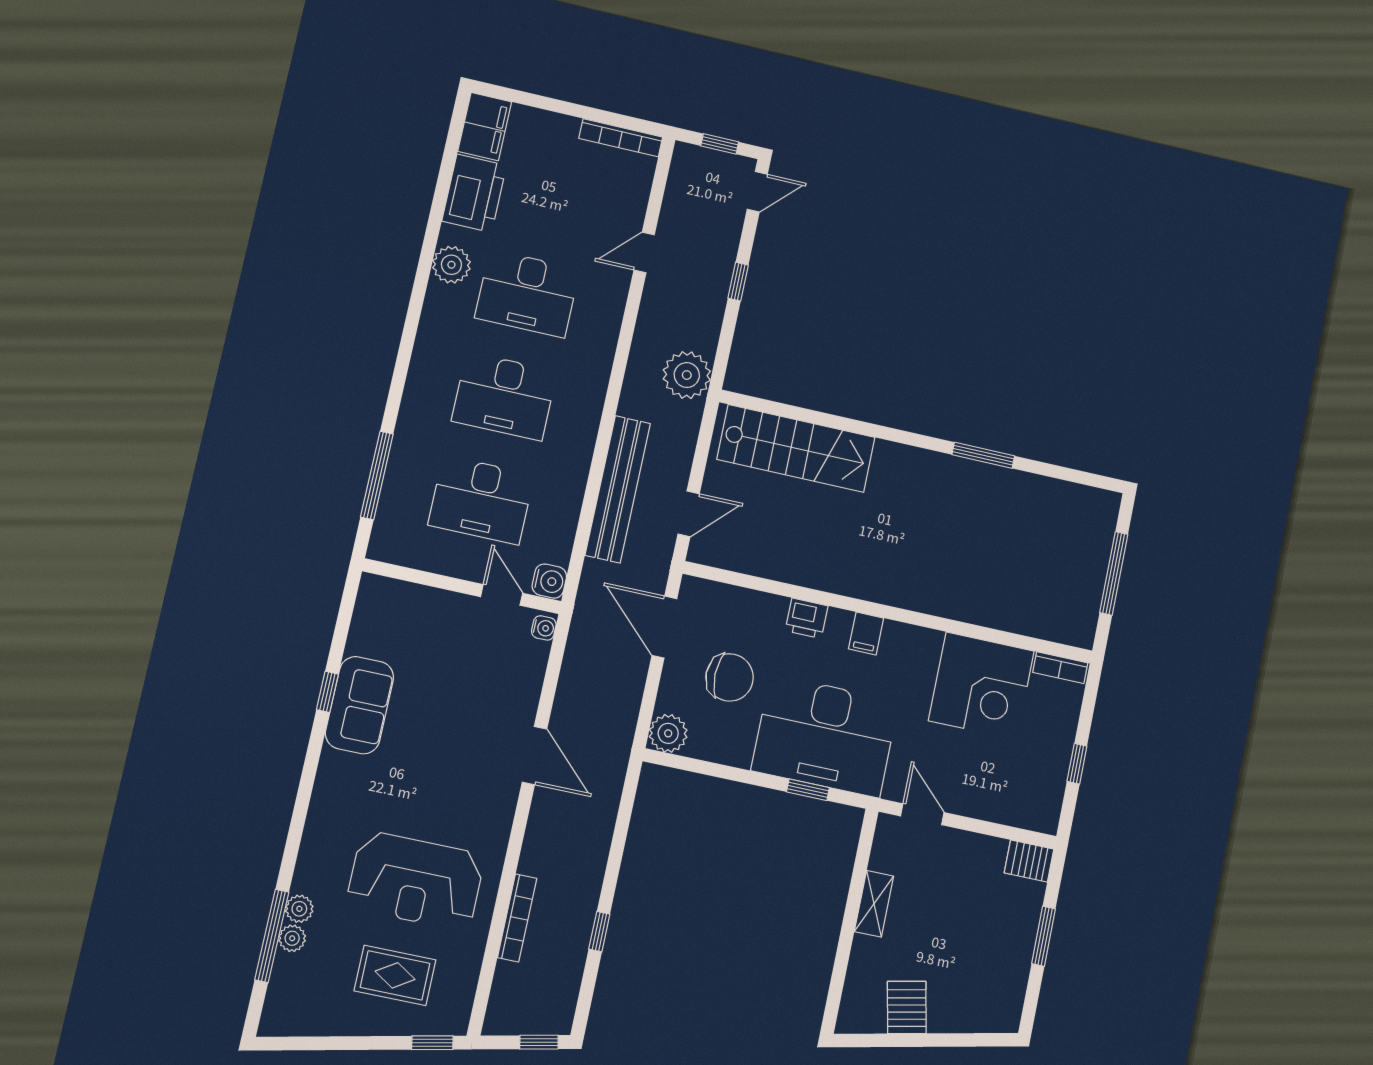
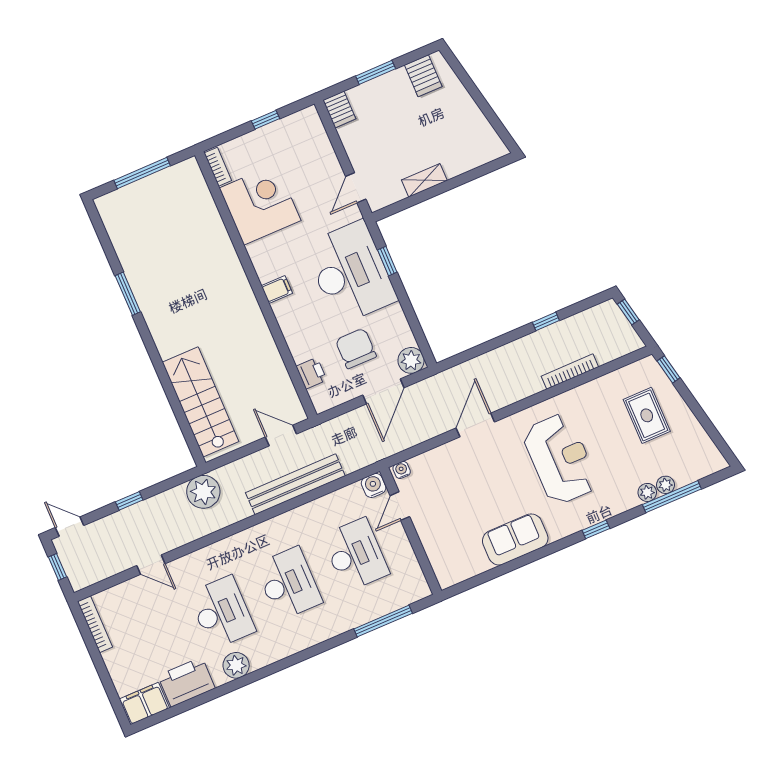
printer: (807, 618) -> (311, 373), moved
door: (664, 627) -> (383, 391), moved
window: (327, 692) -> (596, 529), moved
reception desk: (415, 881) -> (560, 459), moved
server rack: (907, 1007) -> (423, 76), moved, turned -78

